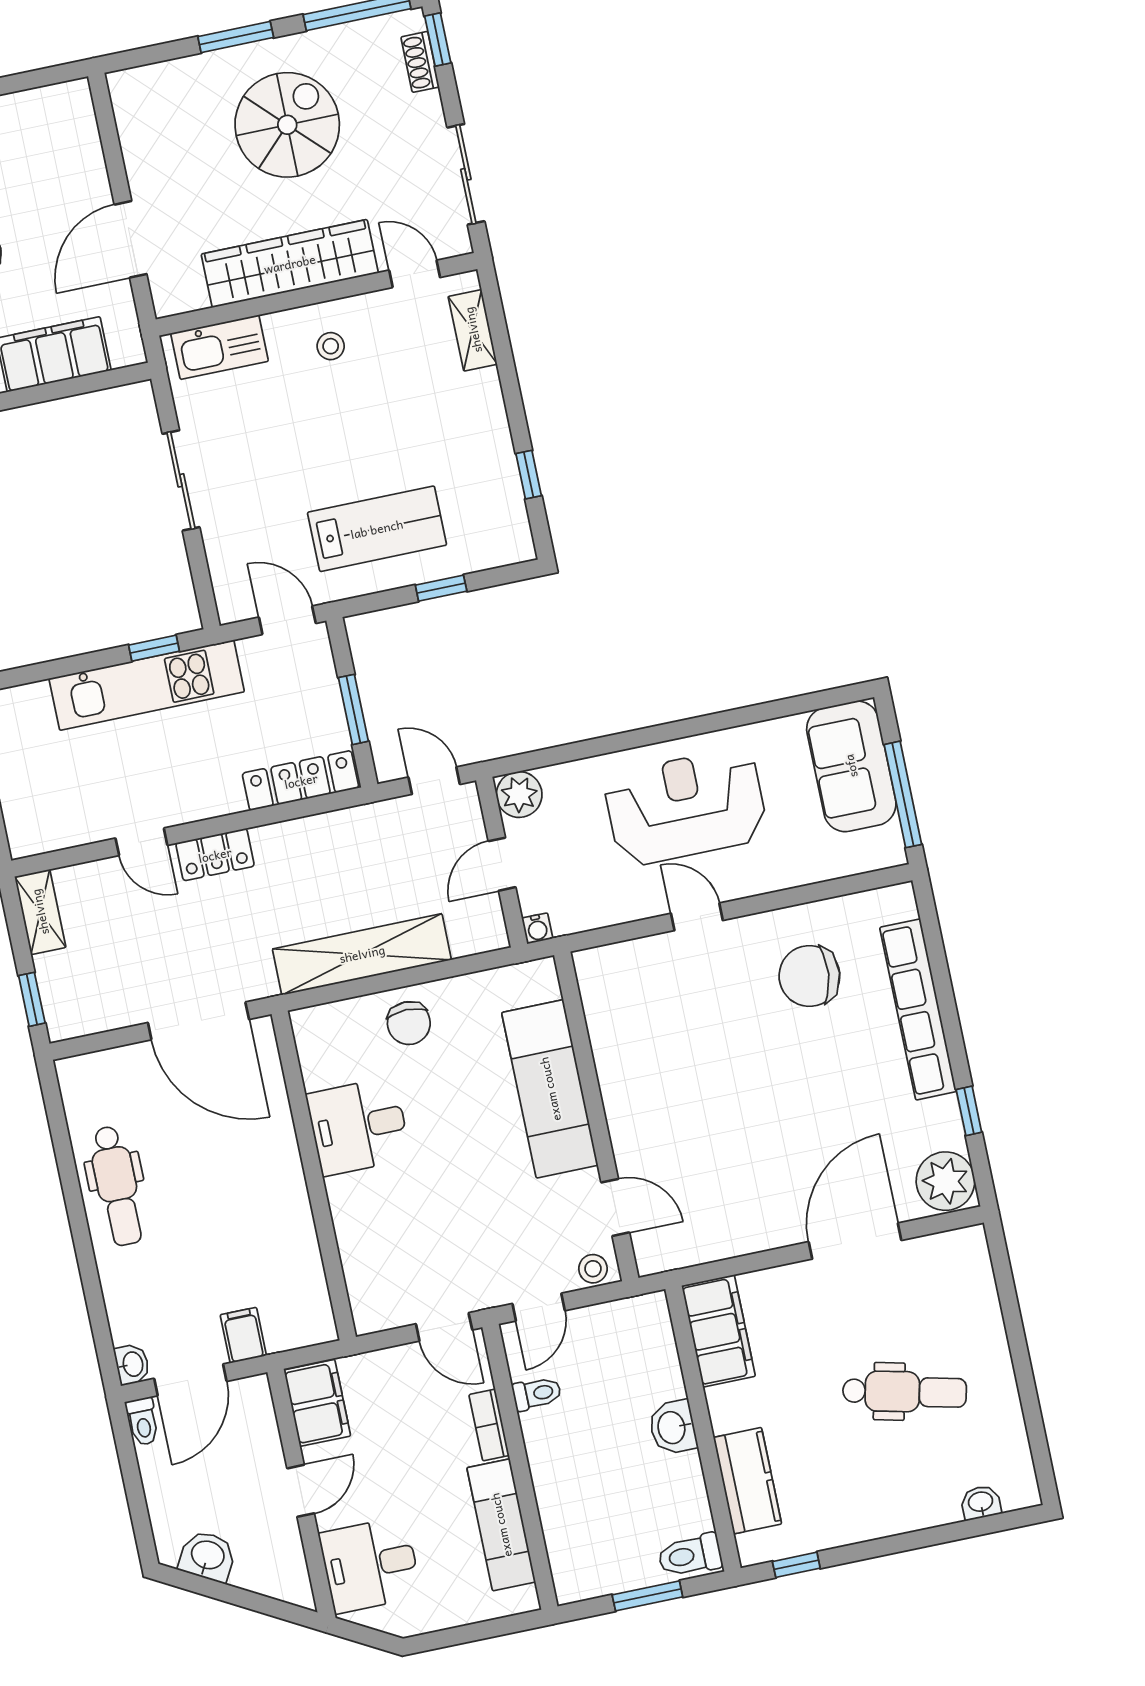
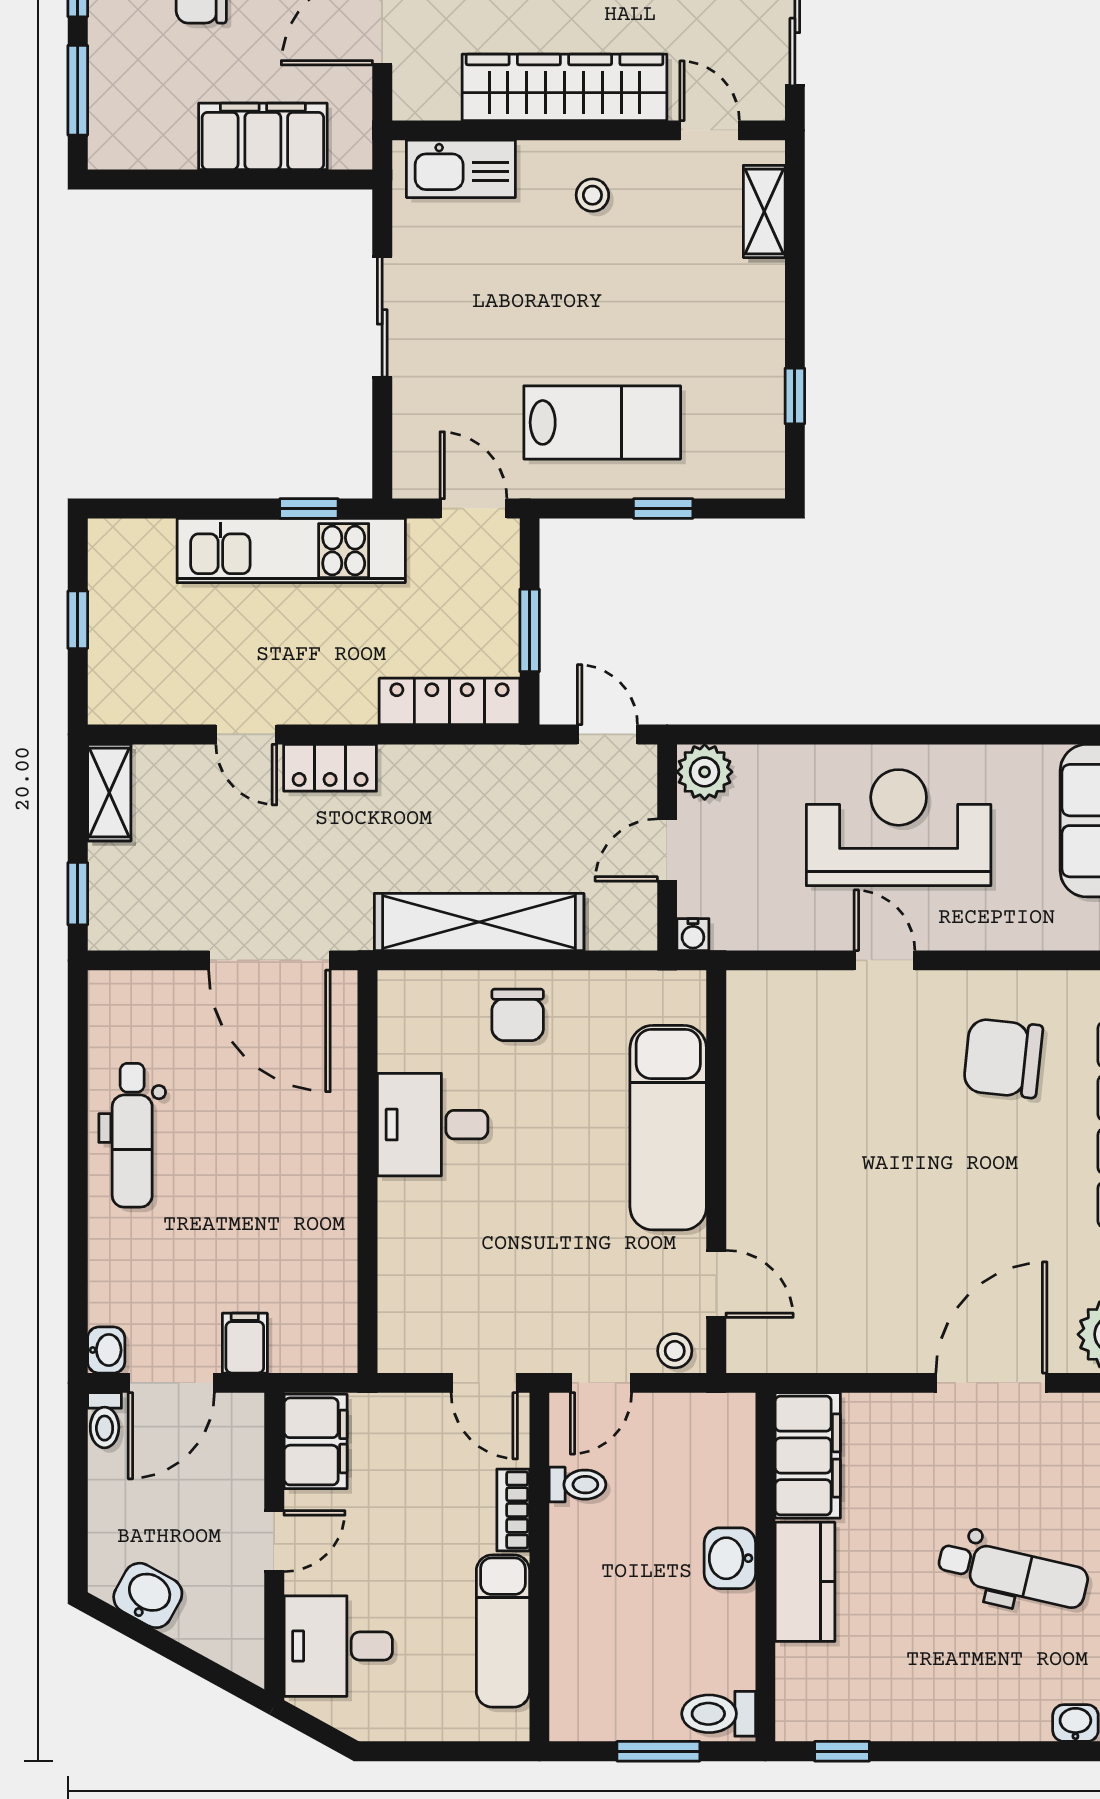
kitchen counter: (747, 1481) -> (805, 1582), moved

